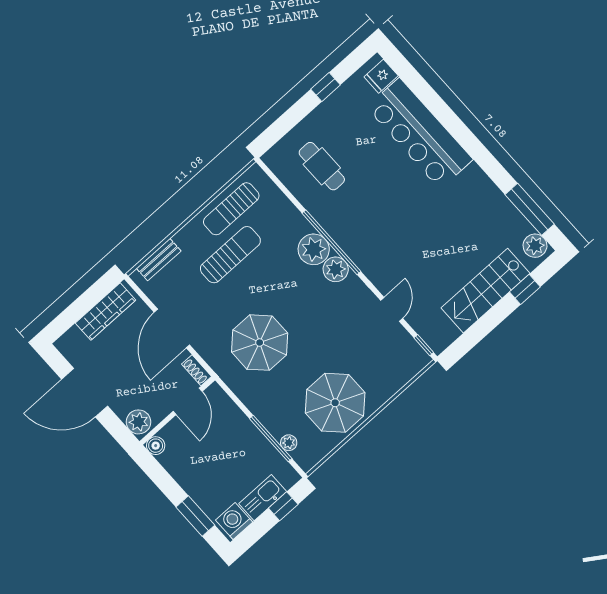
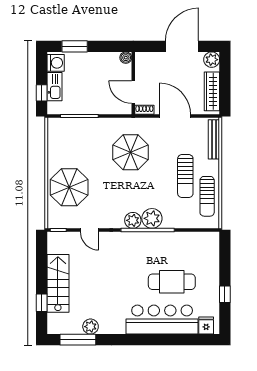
cafe table: (322, 166) -> (172, 282), moved, width x1.37, depth x1.35
sun lounger: (231, 209) -> (207, 196), turned 180
plant: (535, 246) -> (91, 327), moved
bench: (159, 260) -> (214, 139), width x1.36
parasol: (335, 403) -> (69, 187), moved
plant: (139, 422) -> (212, 60), moved
plant: (289, 443) -> (70, 123), removed

